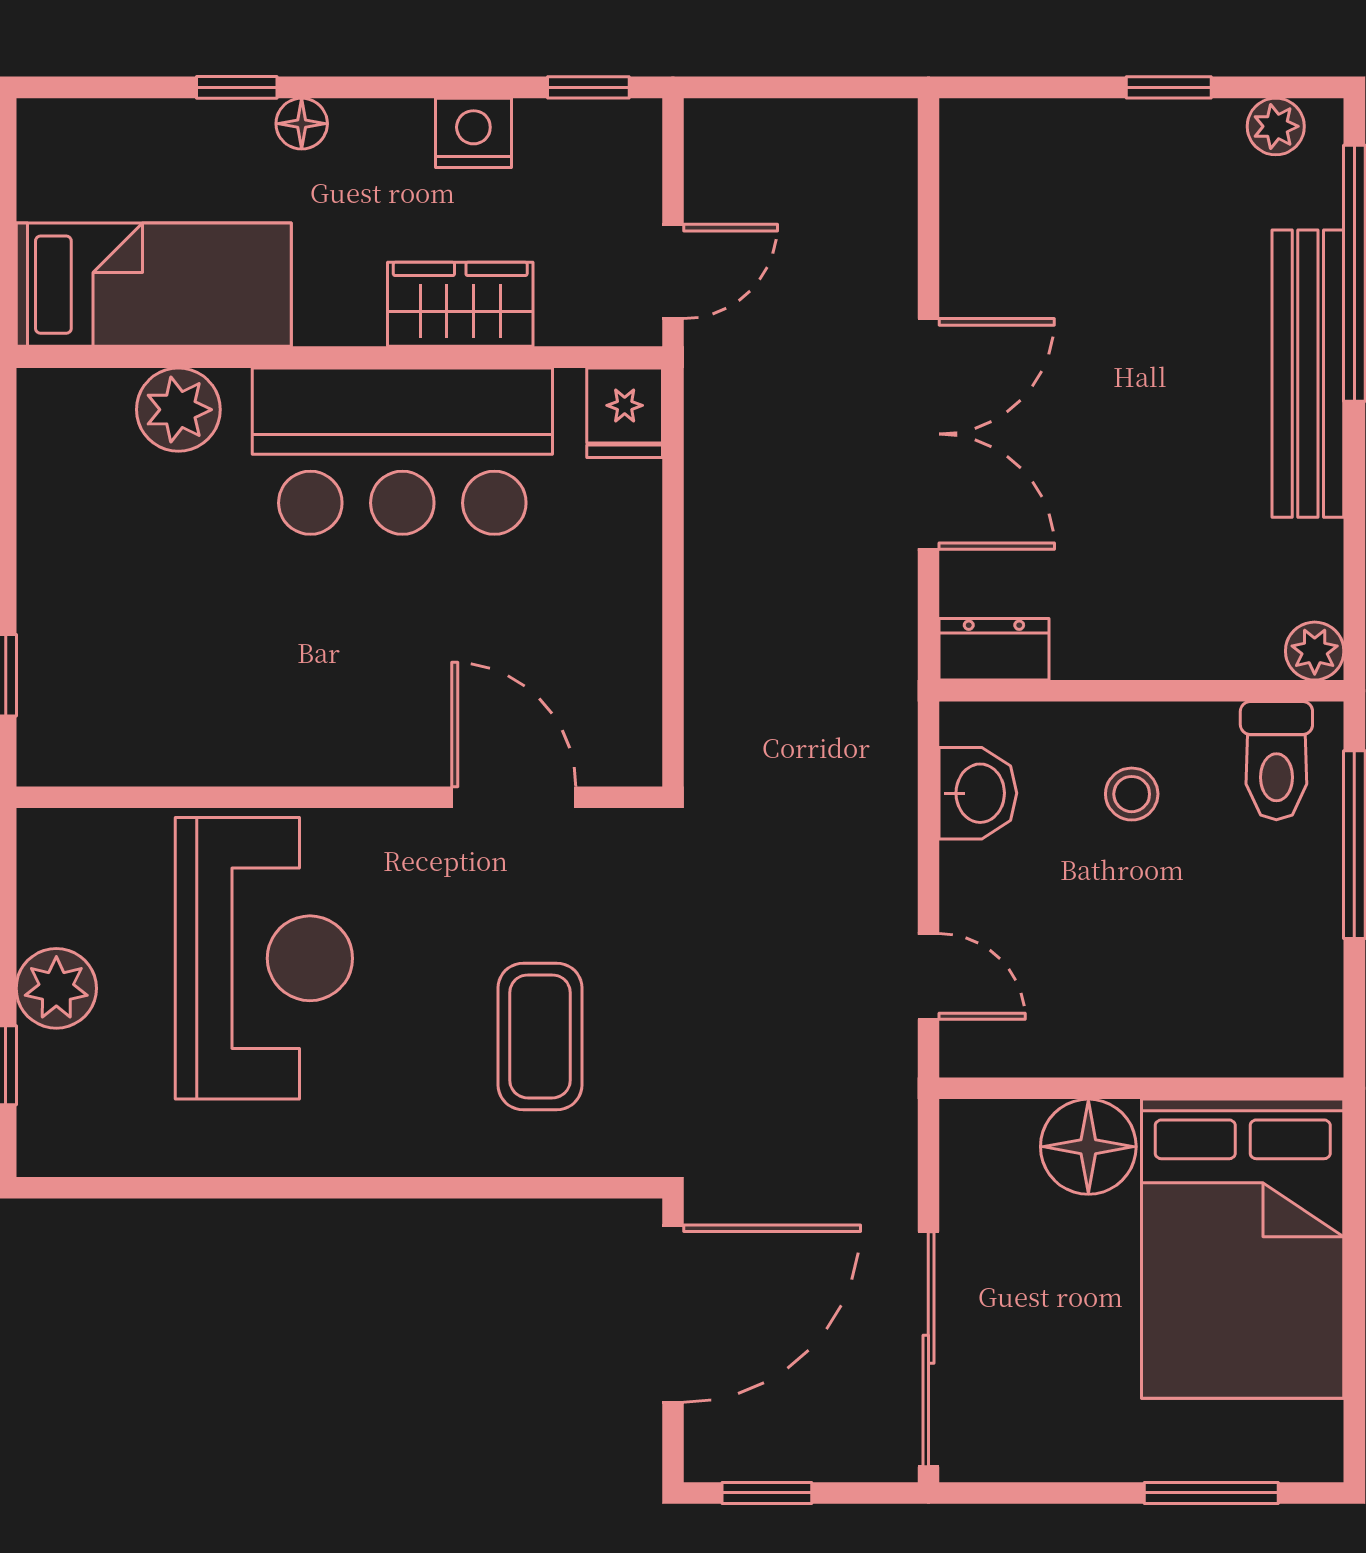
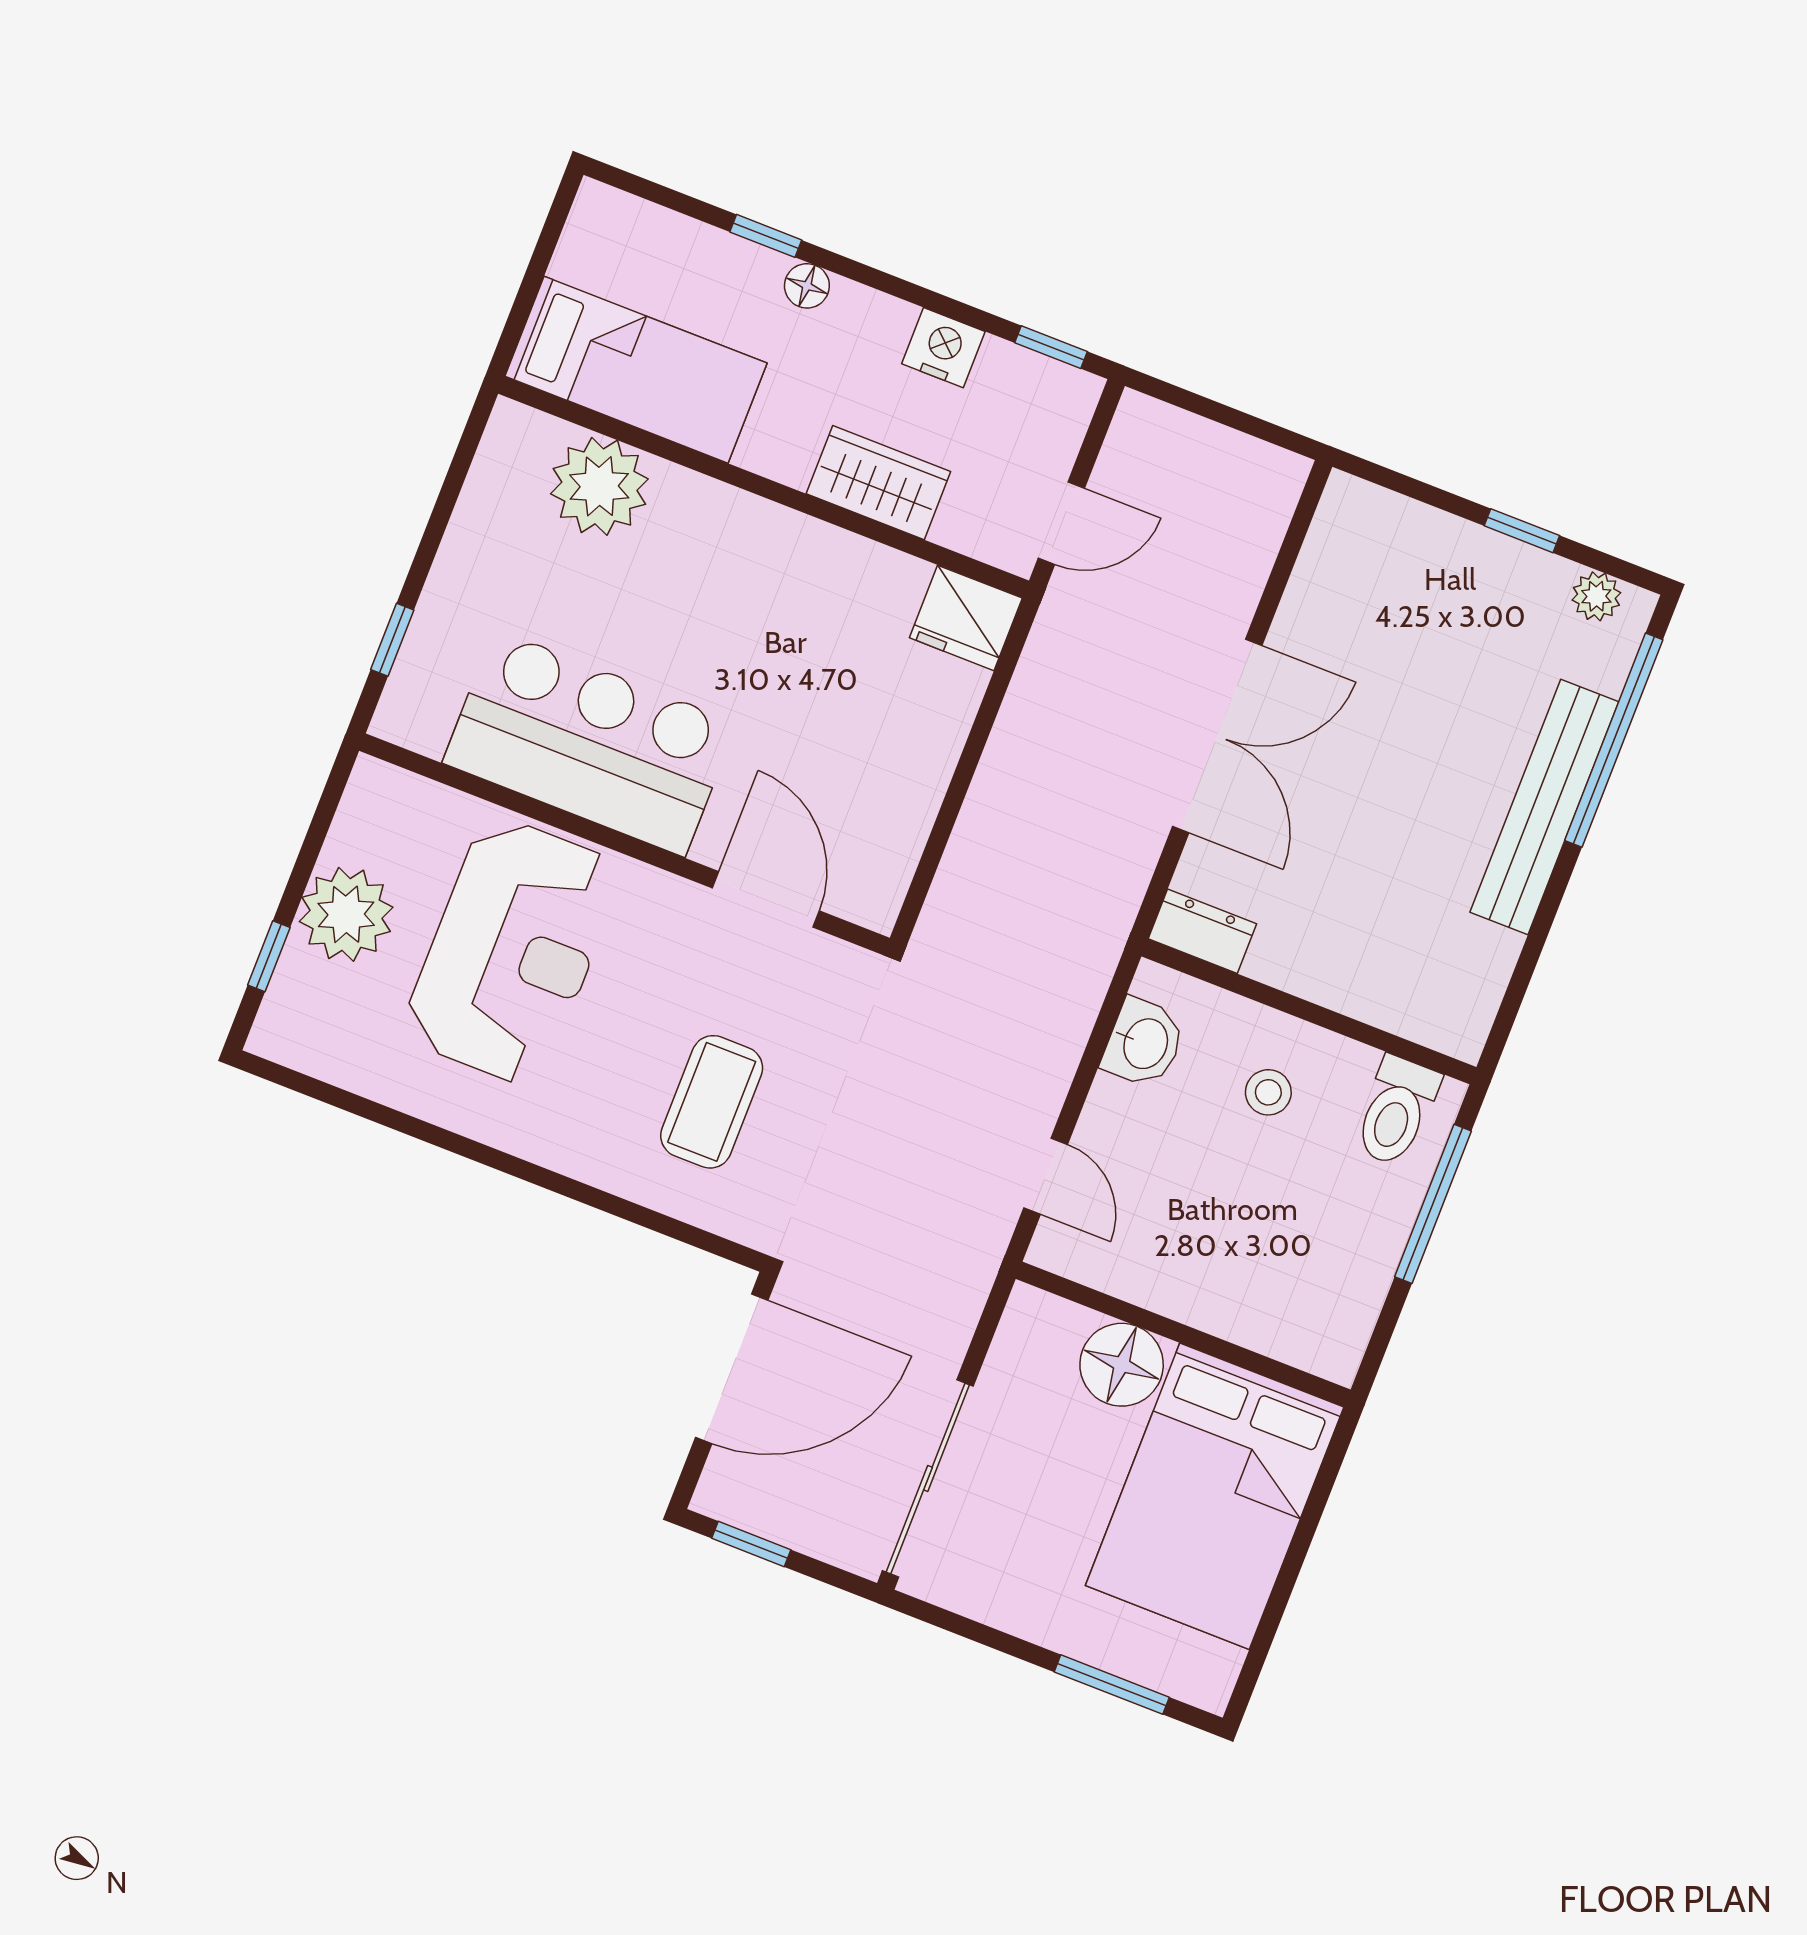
plant: (178, 410) -> (599, 486), width x1.36, depth x1.36
fridge: (625, 413) -> (966, 618), width x1.38
bar counter: (402, 451) -> (590, 743), moved, turned 180
plant: (1315, 651) -> (1462, 1034), removed
plant: (56, 988) -> (346, 914), width x1.36, depth x1.36

